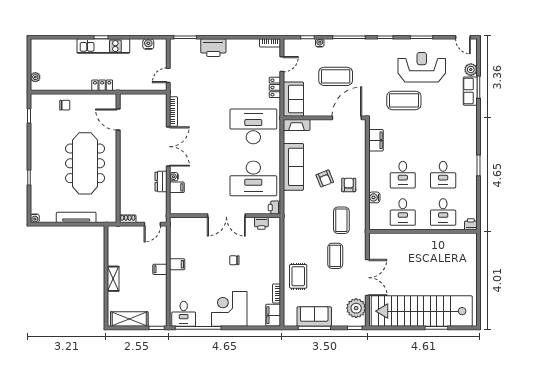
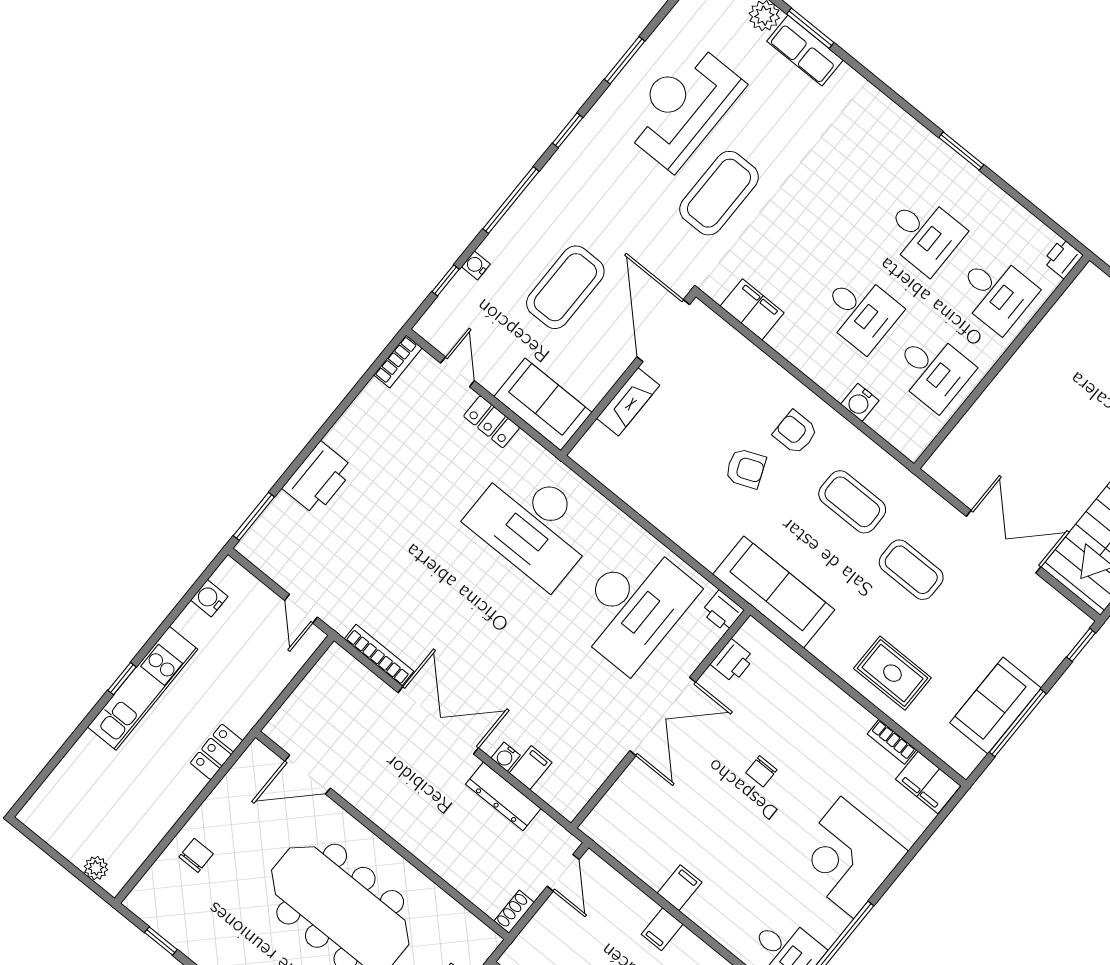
fireplace: (297, 125) -> (628, 402), moved
desk: (253, 126) -> (533, 525), turned -90
sofa: (293, 167) -> (774, 592), moved
dresser: (161, 182) -> (503, 796), width x1.44
plant: (356, 308) -> (1045, 611), removed

